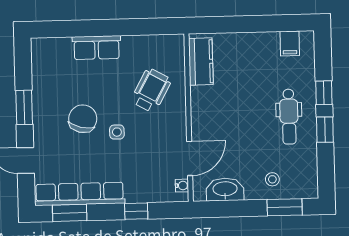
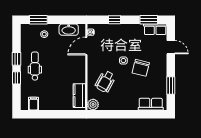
plant: (174, 45) -> (93, 104), added
row of seats: (97, 48) -> (151, 104), moved
window: (24, 107) -> (171, 86), moved
row of seats: (80, 194) -> (155, 29), width x0.50

